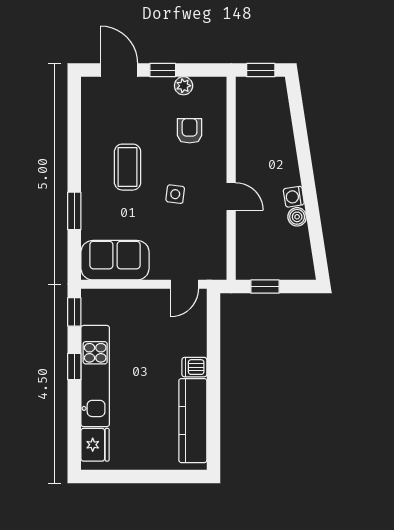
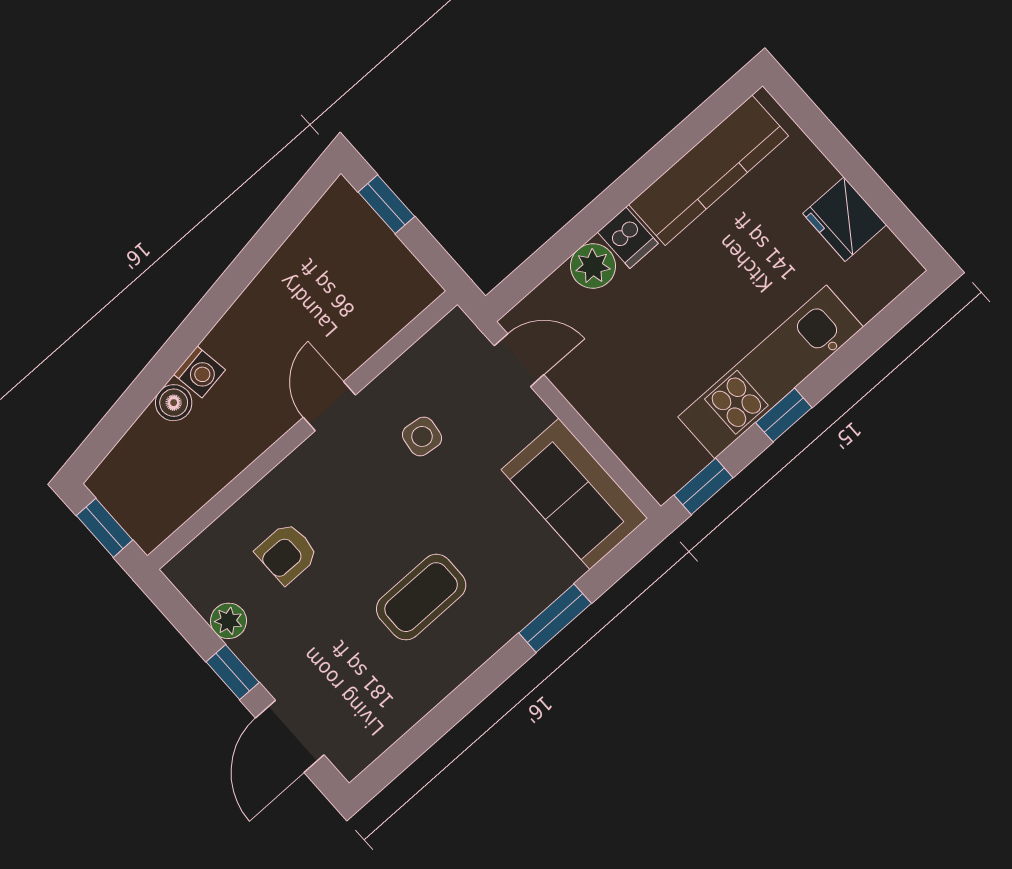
side table: (175, 194) -> (422, 436), moved
washing machine: (294, 197) -> (200, 372), moved
boiler: (297, 217) -> (174, 403), moved
window: (265, 287) -> (386, 204), moved
plant: (195, 344) -> (593, 266), added
fridge: (95, 445) -> (845, 219), moved, turned -90

